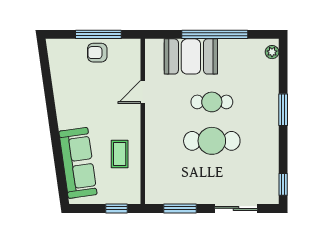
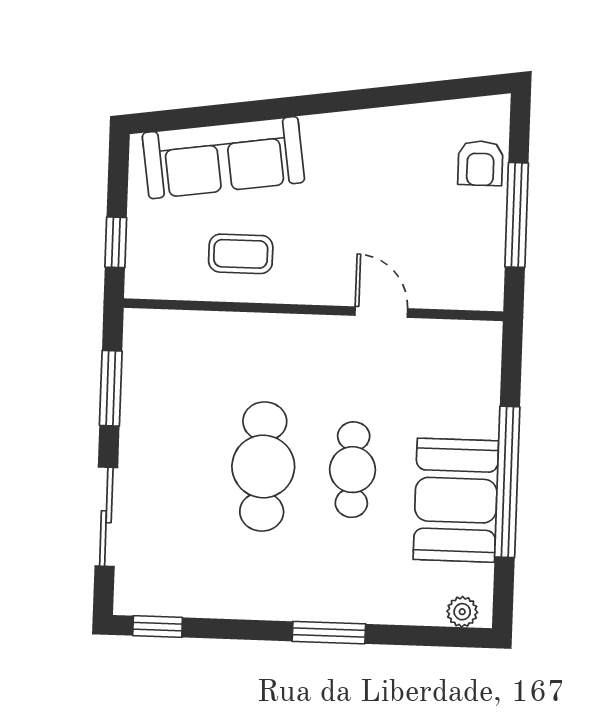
armchair: (97, 53) -> (480, 163), moved, turned 180
booth: (191, 56) -> (456, 500), moved

